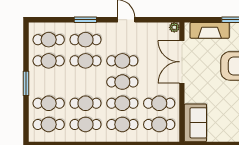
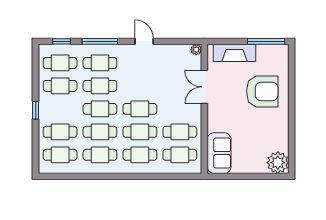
window: (50, 20) -> (62, 41), added
window: (85, 20) -> (100, 41), width x1.44
cafe table: (122, 61) -> (100, 109), moved
double door: (182, 62) -> (204, 87), width x0.73
window: (26, 83) -> (36, 110), width x0.67

